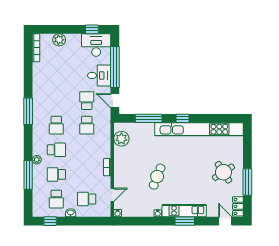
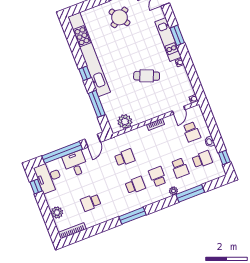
school desk: (87, 101) -> (91, 202), moved
door: (112, 195) -> (179, 110), swing flipped

